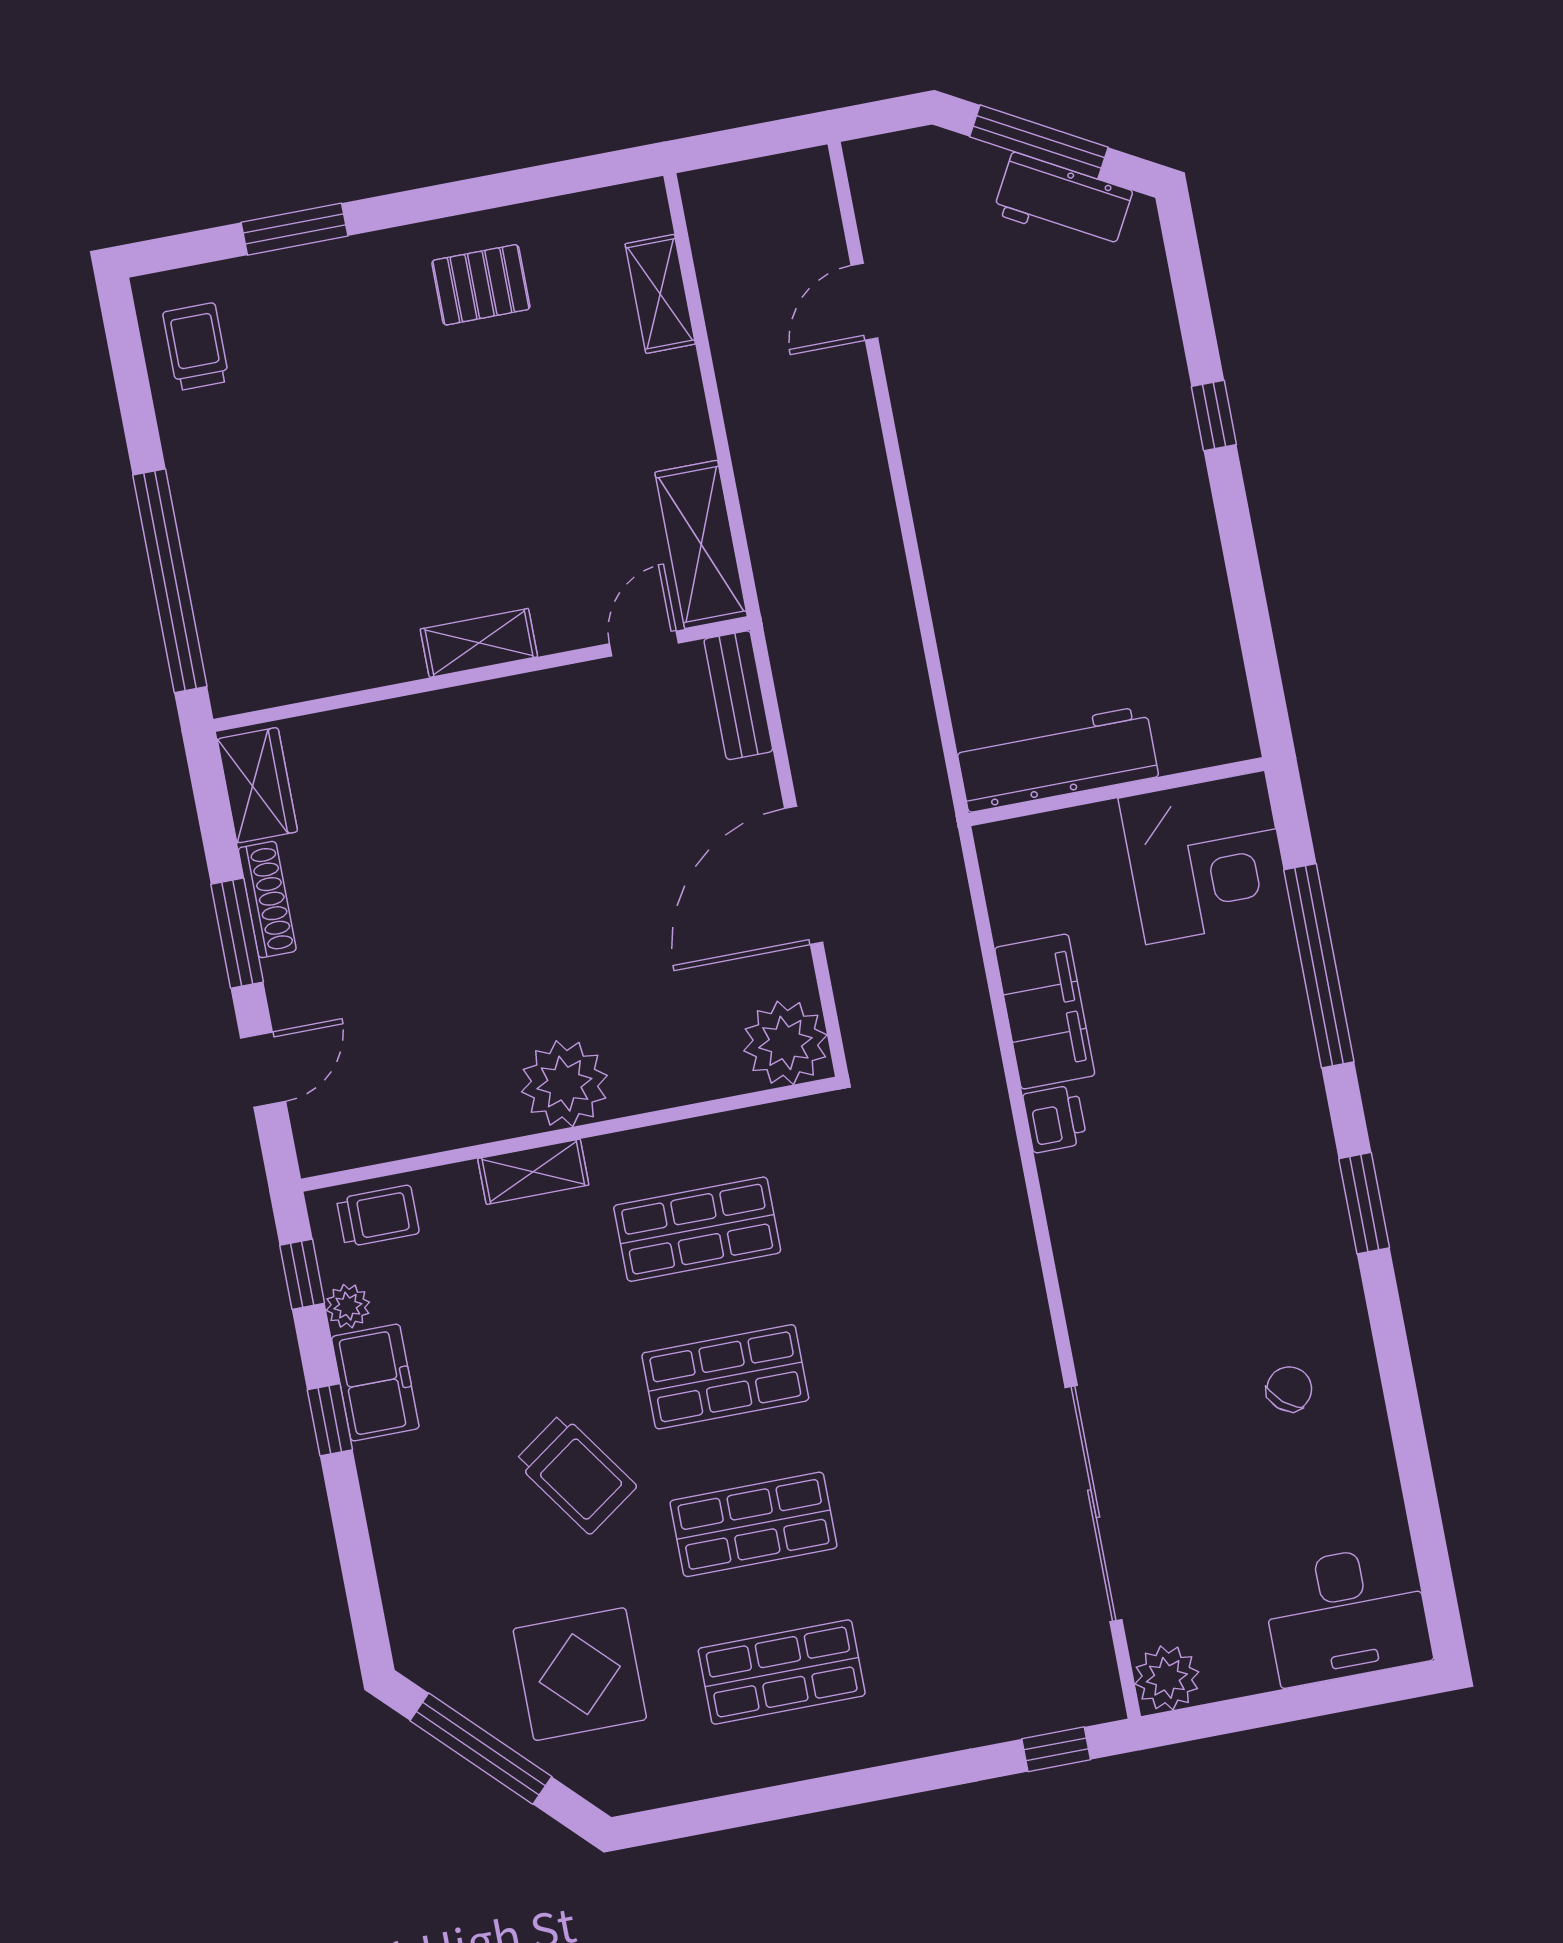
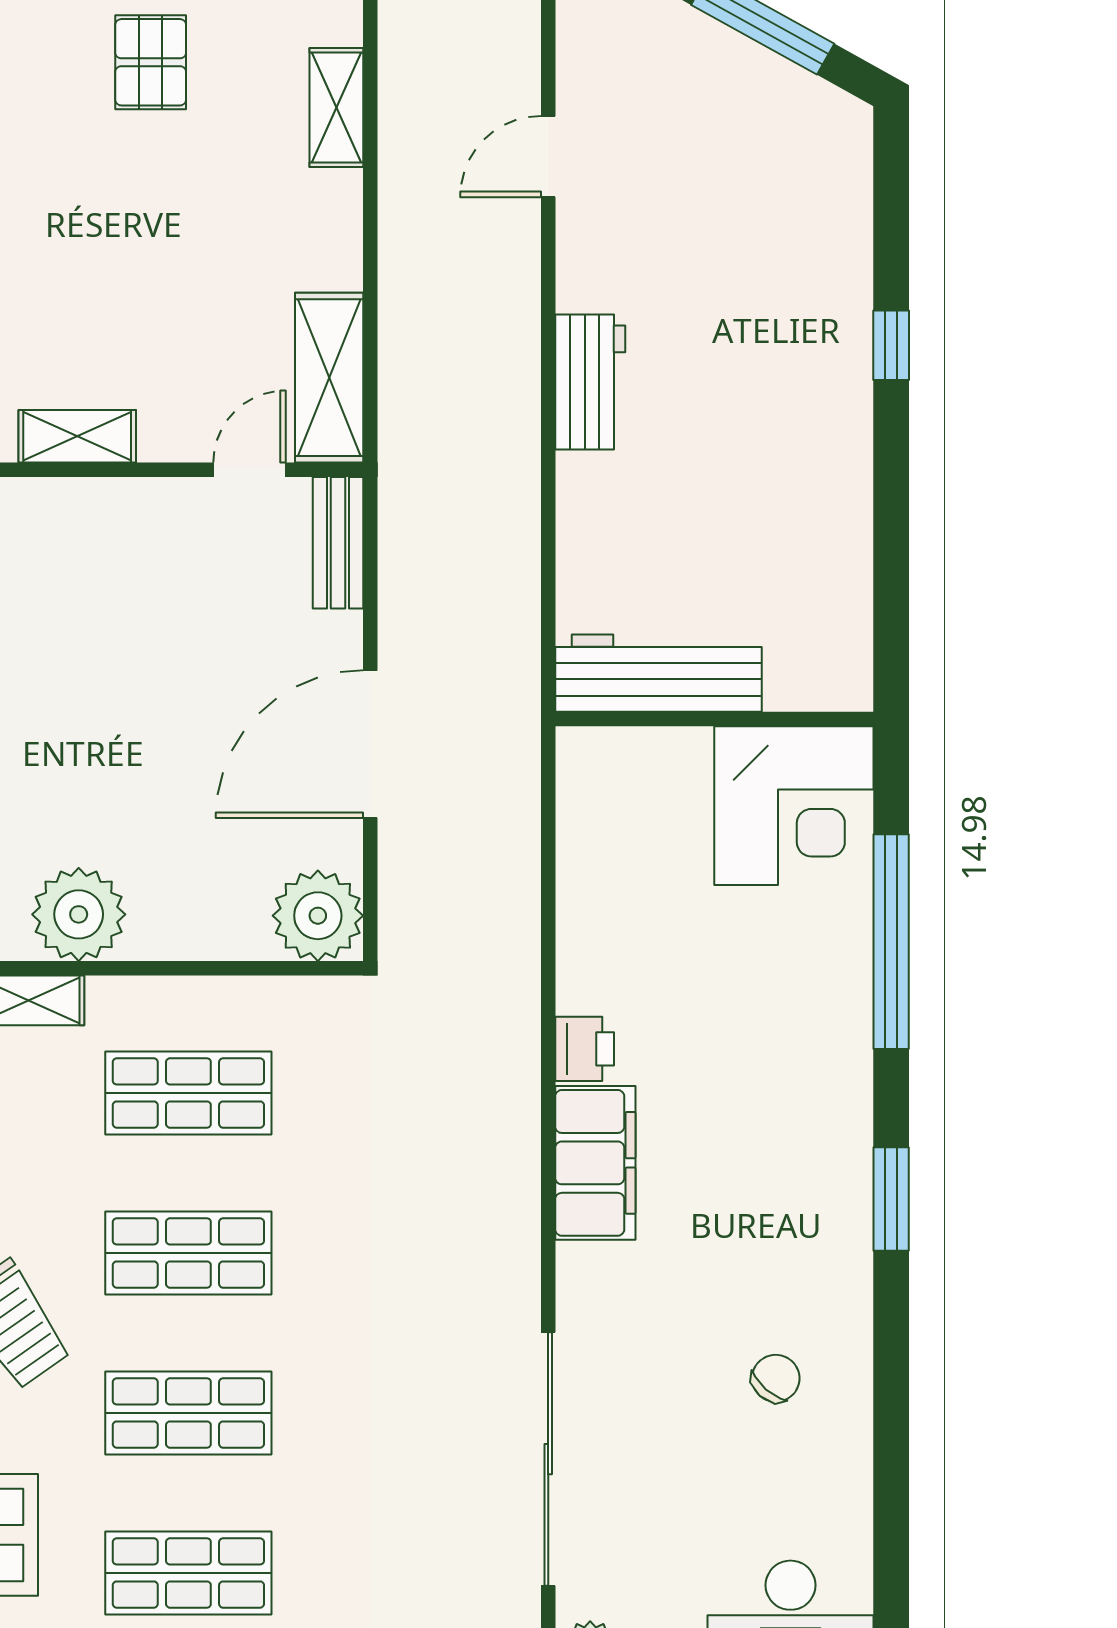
workbench: (1063, 202) -> (590, 382), moved, turned -119
pallet: (481, 285) -> (151, 62), turned 90
filing cabinet: (1045, 1012) -> (595, 1163), moved

